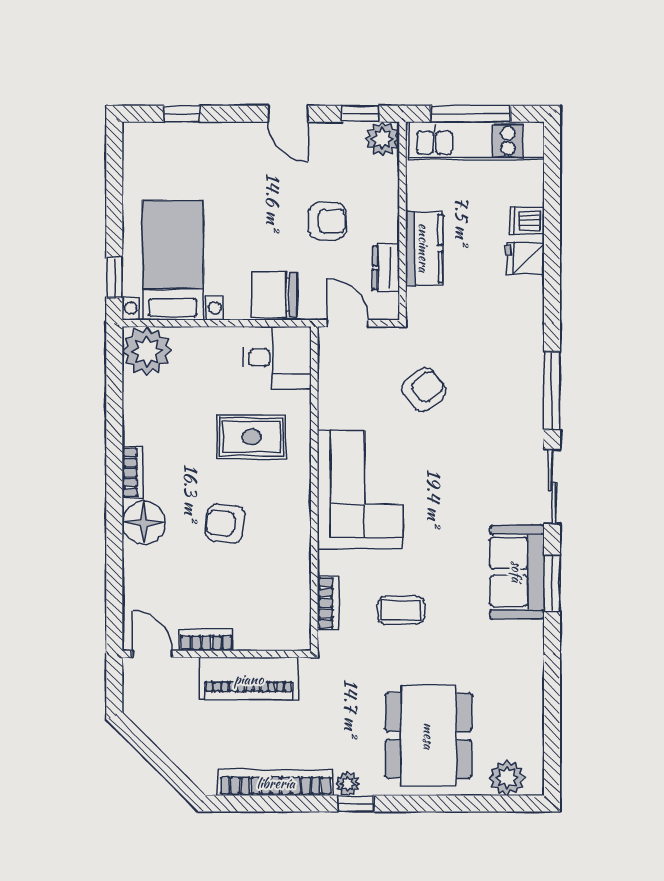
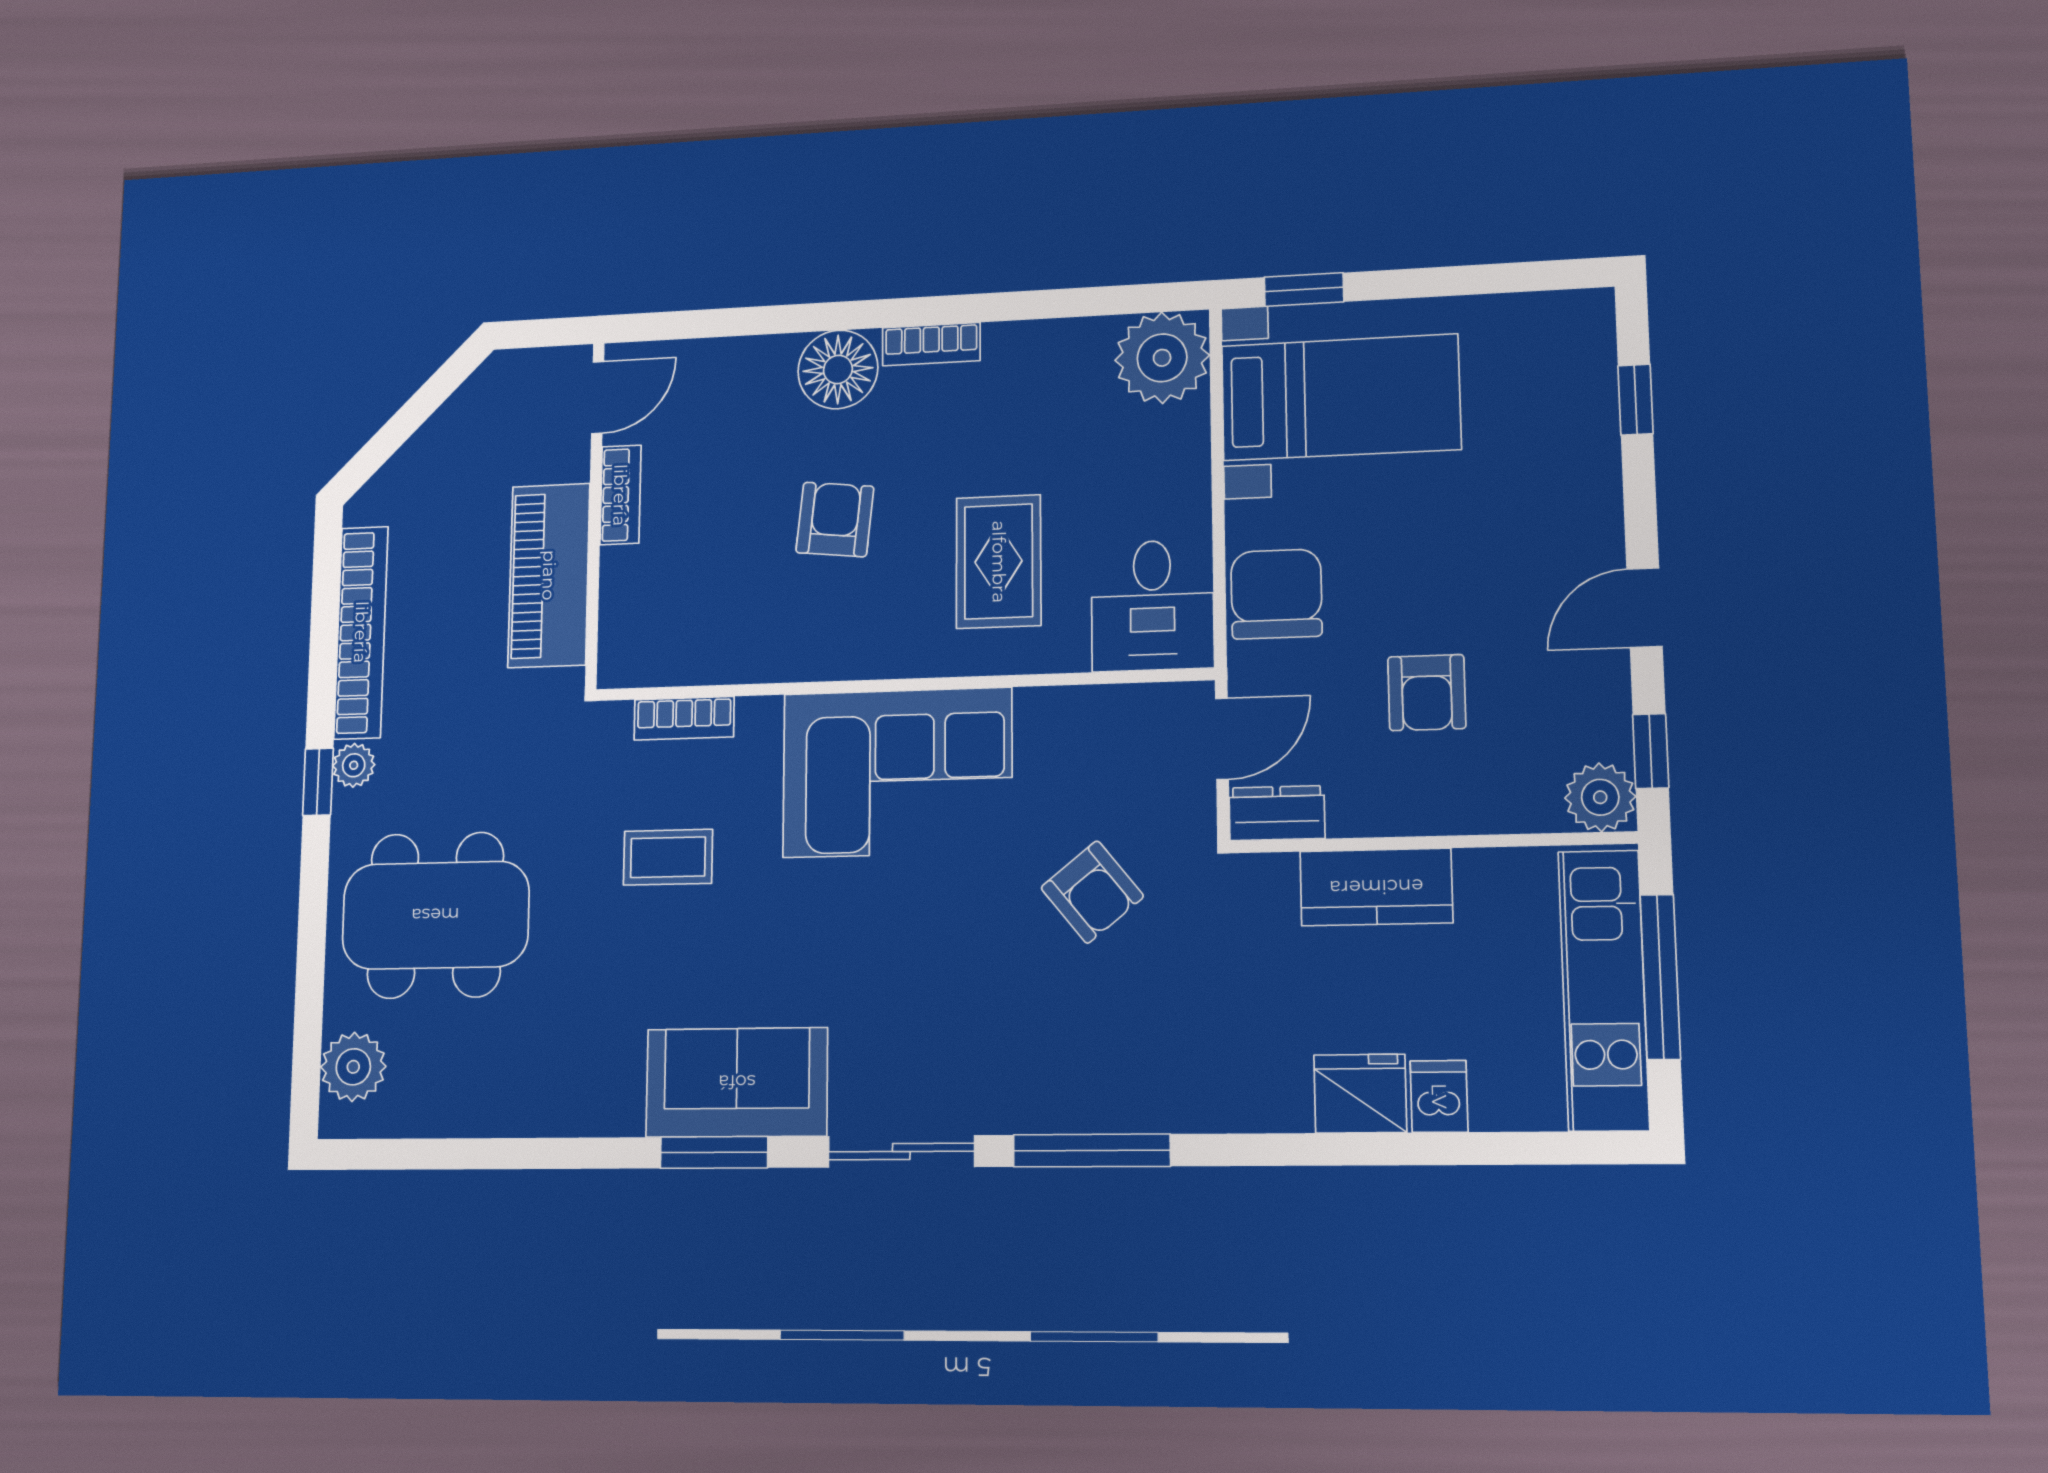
fridge: (525, 259) -> (1360, 1094), width x1.38
dresser: (386, 268) -> (1277, 813), moved
coffee table: (401, 610) -> (668, 857), turned 90

